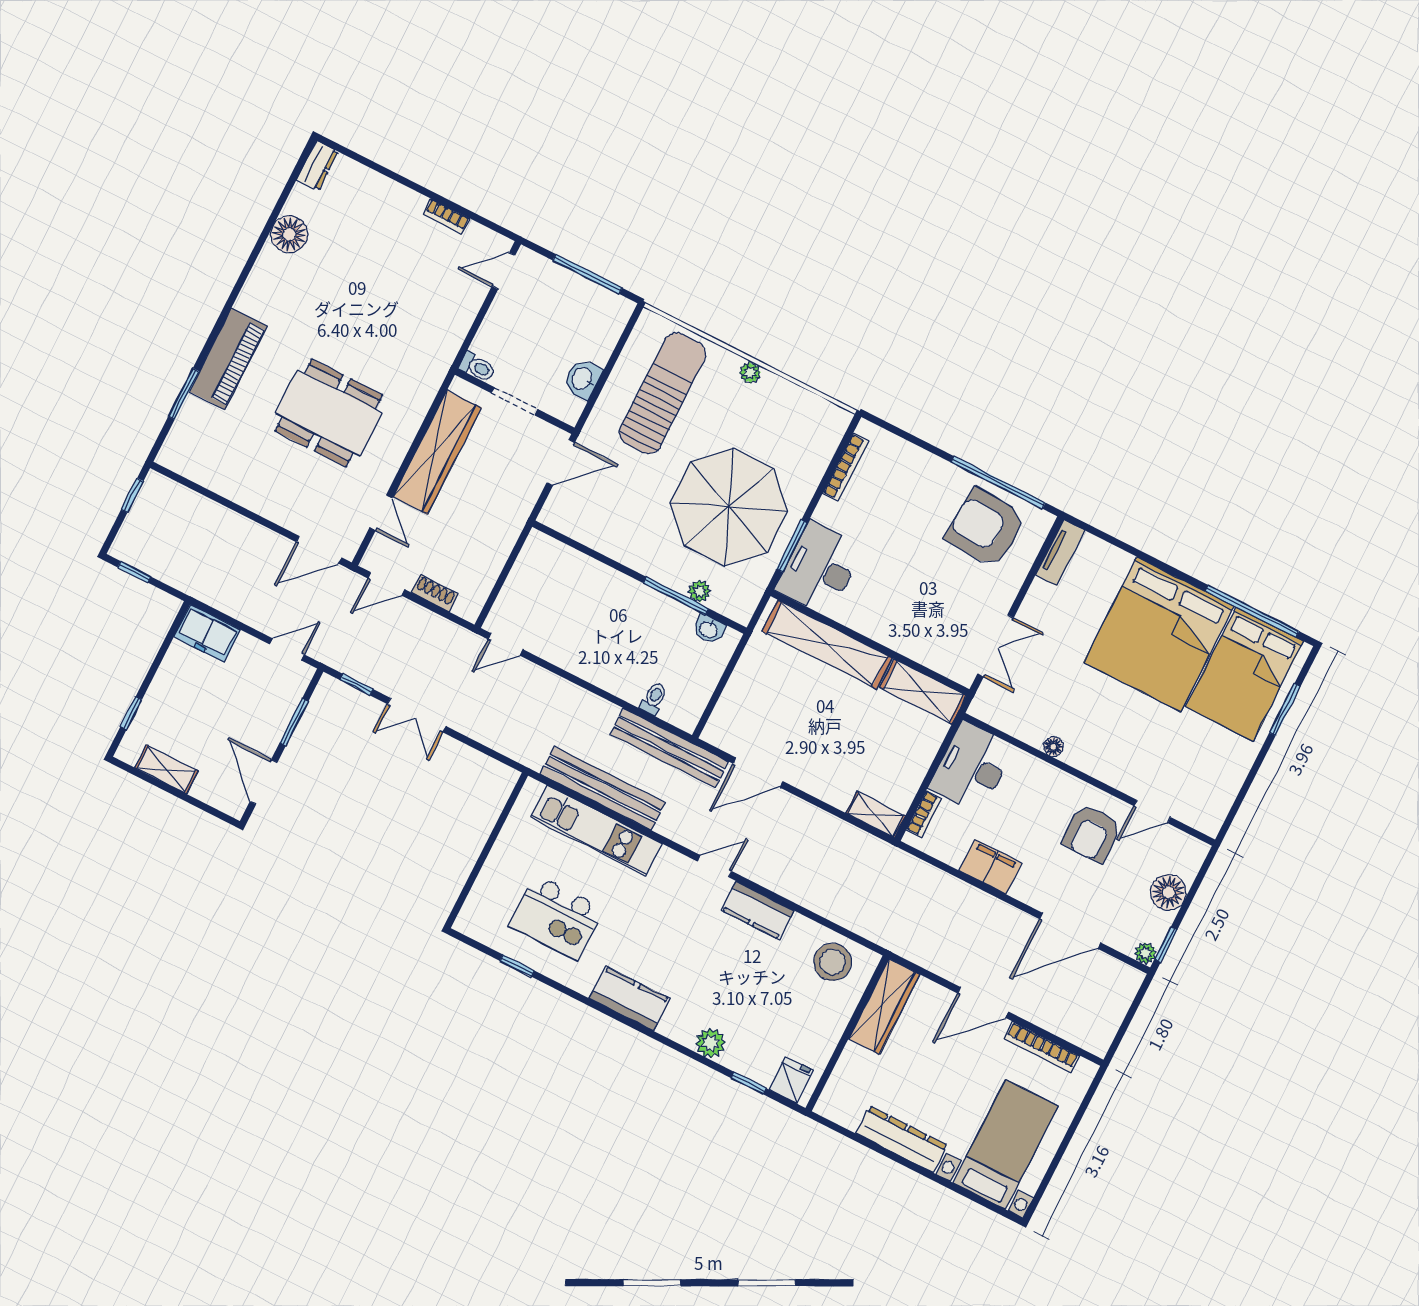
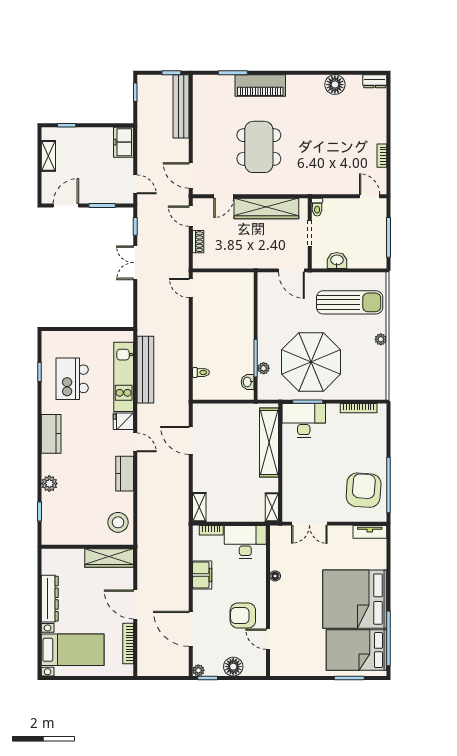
shelving: (923, 692) -> (272, 507), width x0.67, depth x0.75
bench: (669, 748) -> (181, 106), moved
fridge: (791, 1080) -> (123, 421), moved, turned 180

